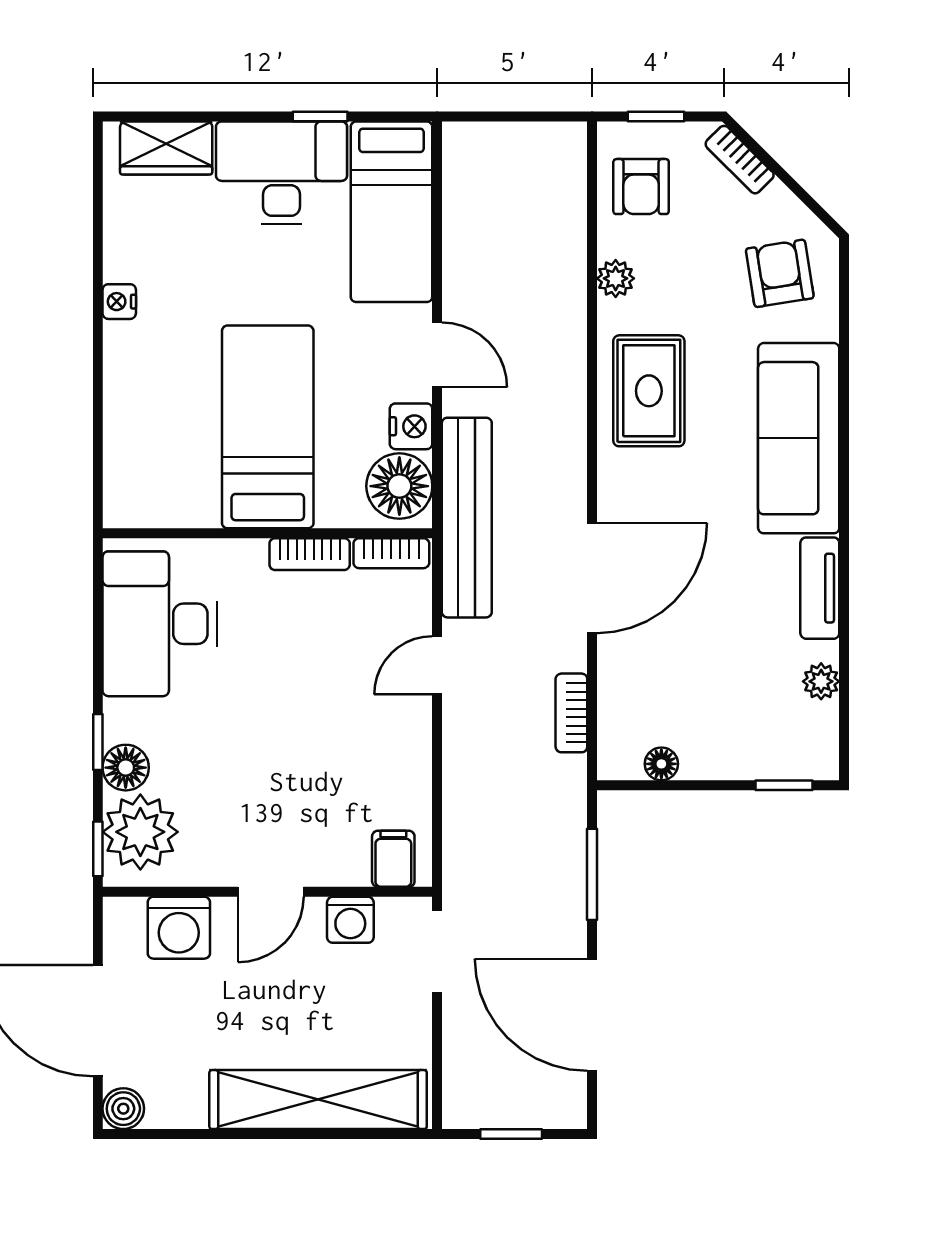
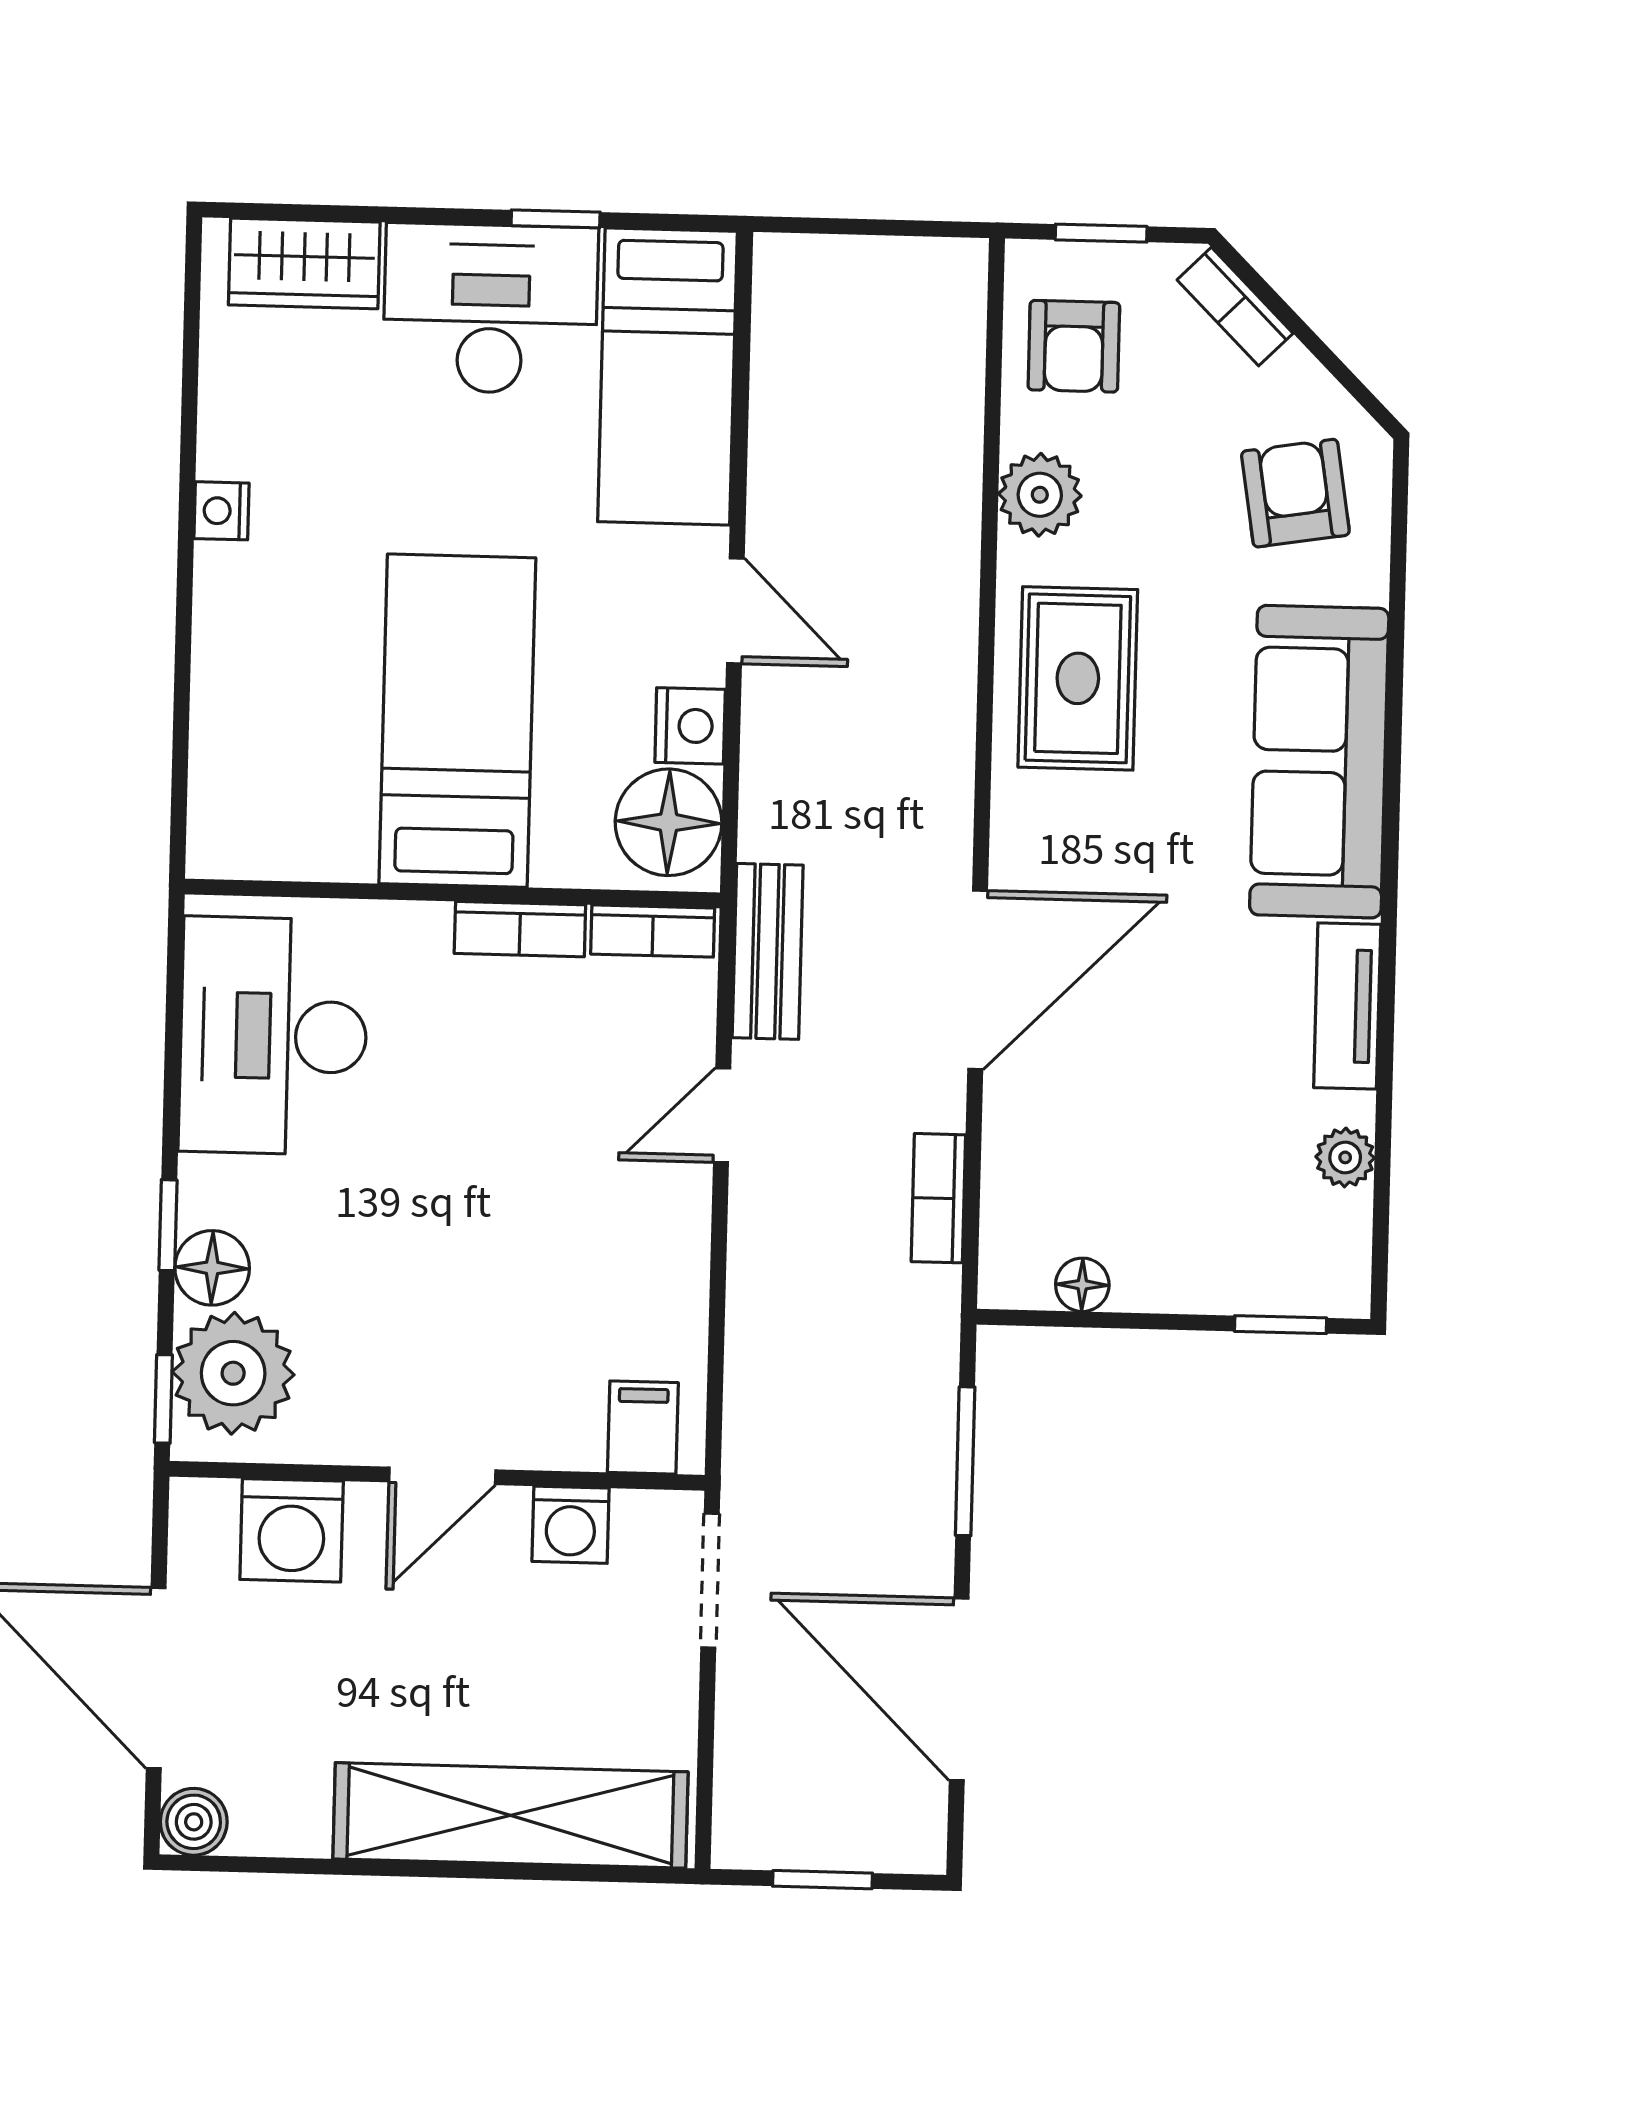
plant: (616, 278) -> (1040, 495), width x1.38, depth x1.38
bench: (467, 518) -> (768, 951), width x0.54, depth x0.82

